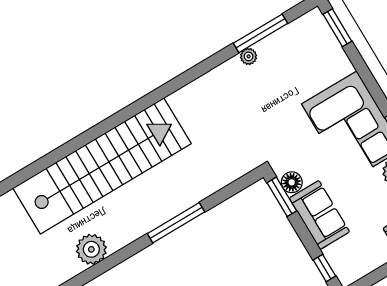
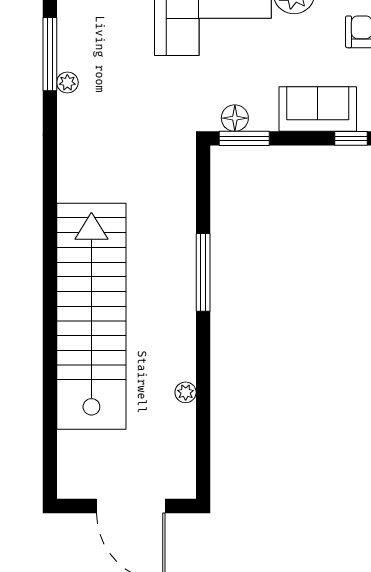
sofa: (319, 215) -> (318, 109), moved
plant: (91, 249) -> (186, 392), width x0.53, depth x0.53

